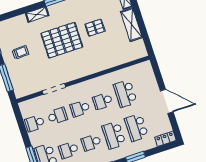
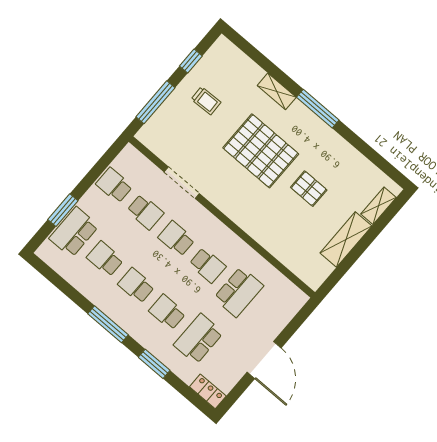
school desk: (125, 94) -> (239, 292), turned 180
school desk: (103, 101) -> (208, 265), turned 180
school desk: (114, 135) -> (167, 312), width x0.54

